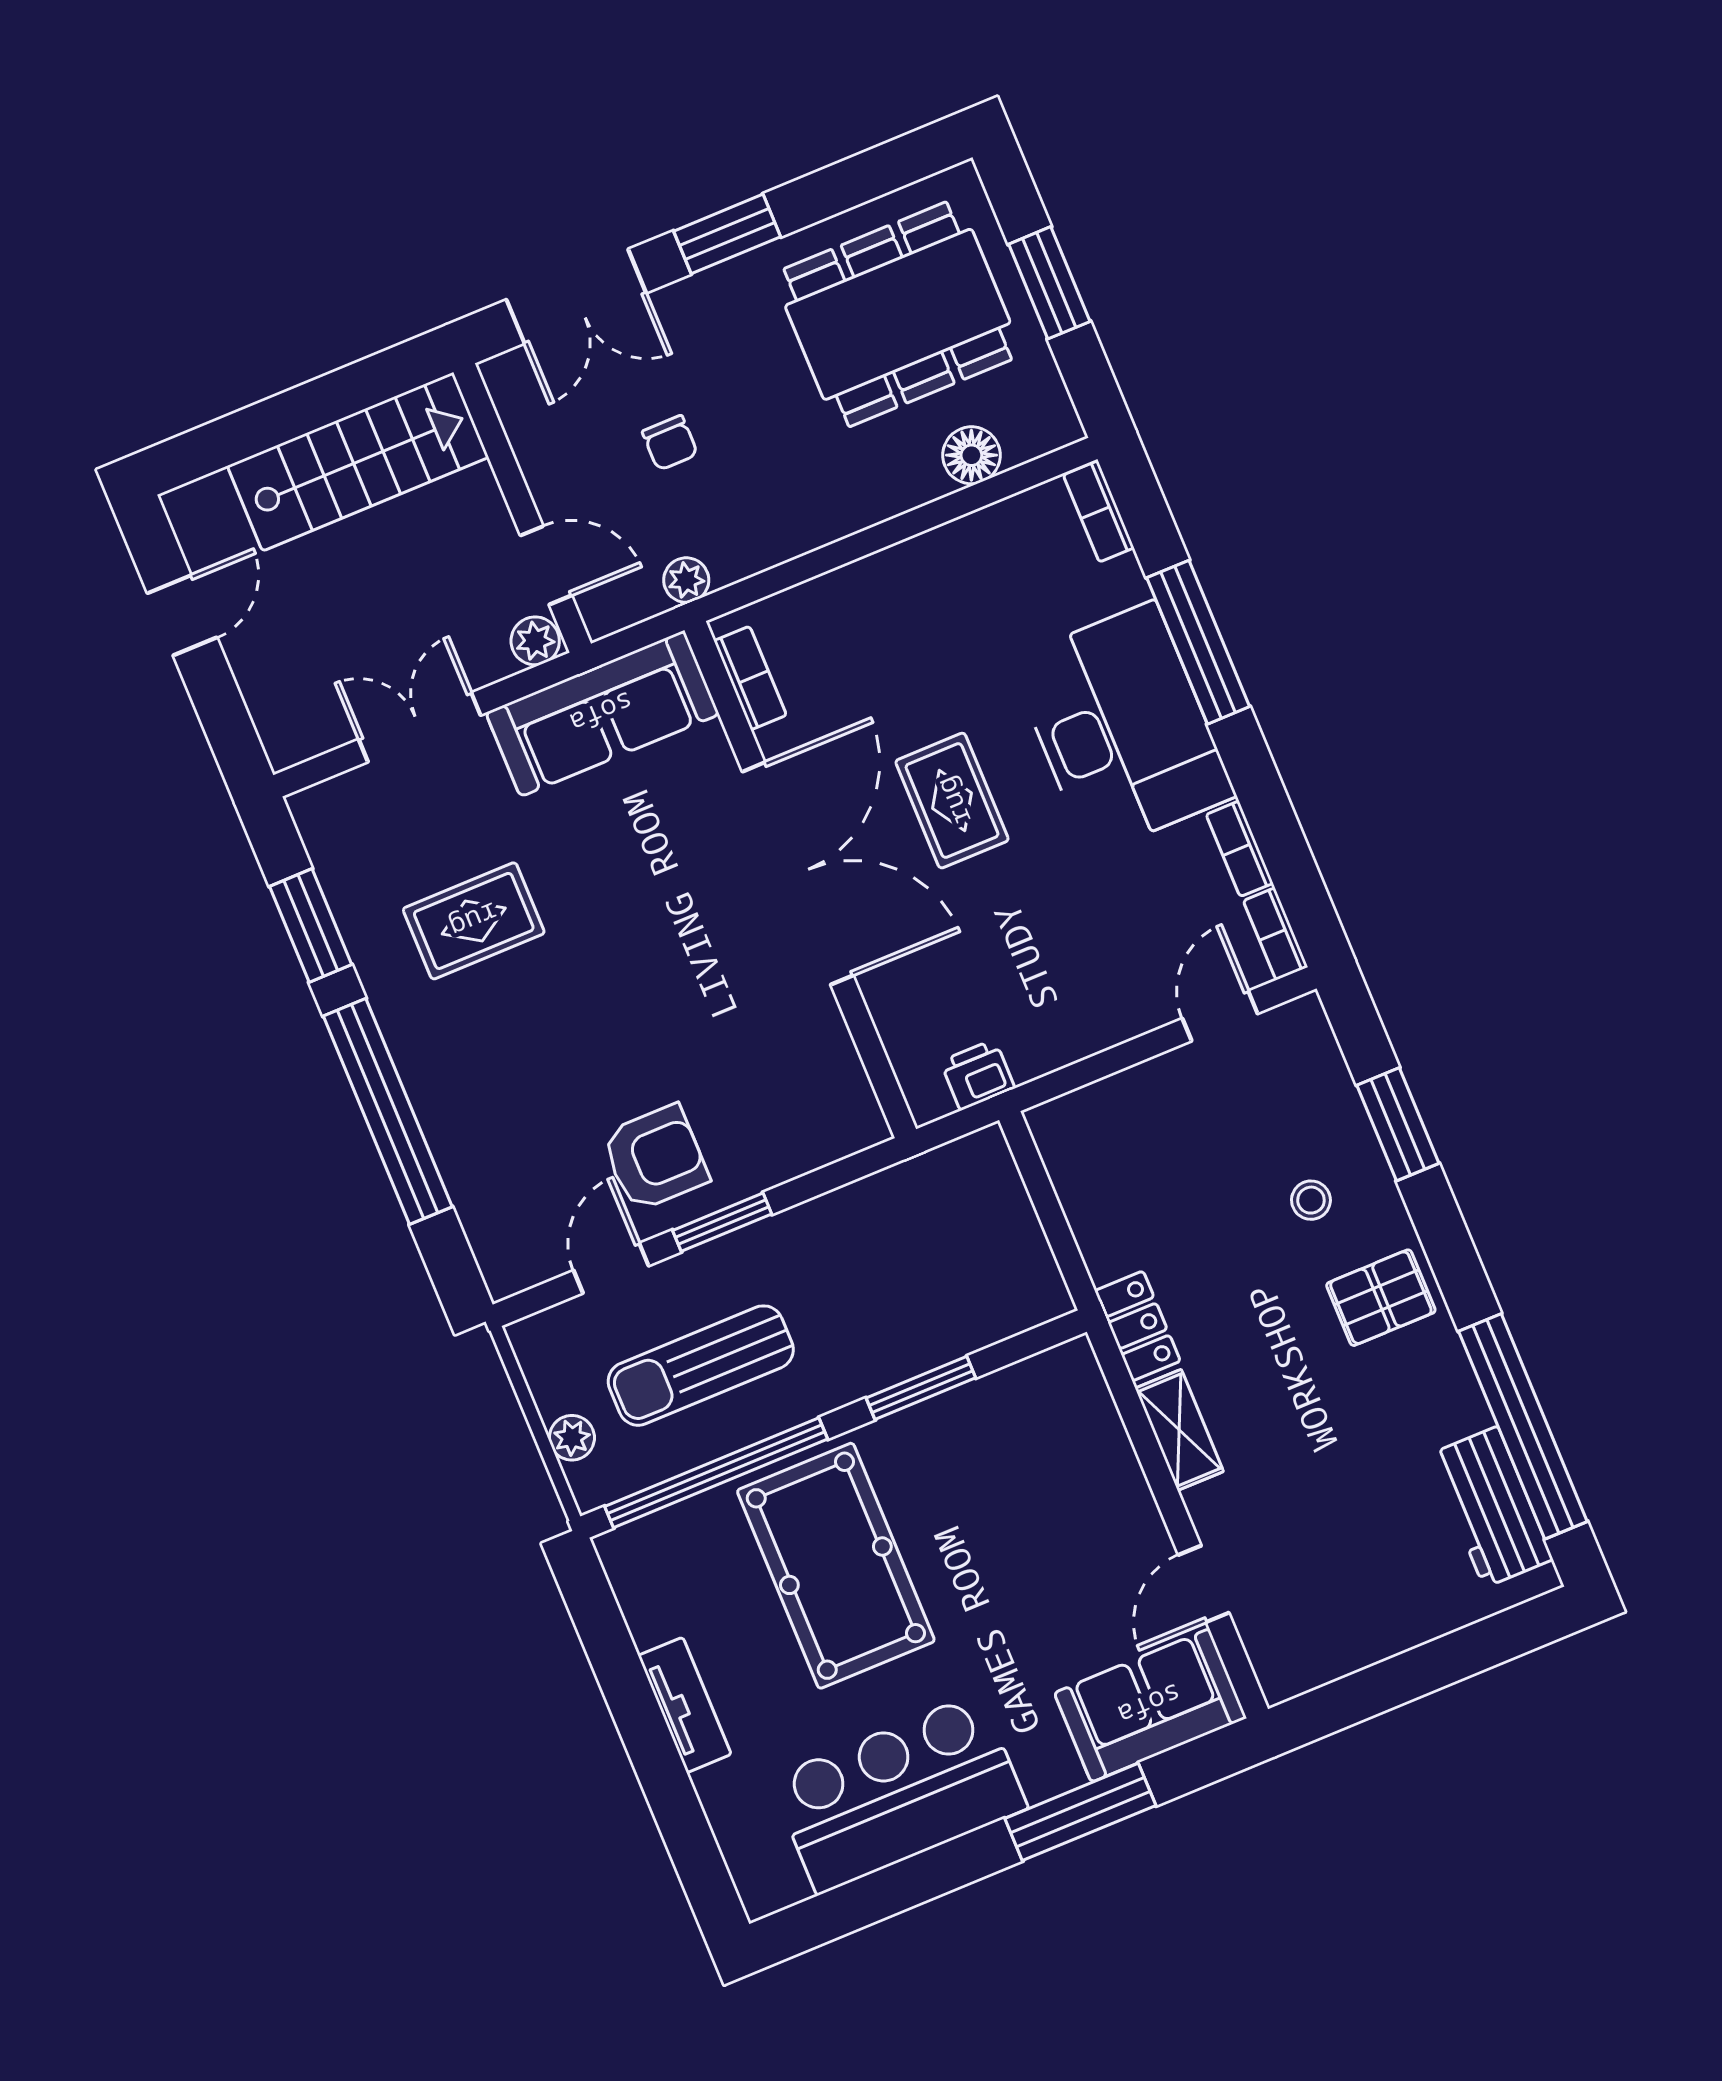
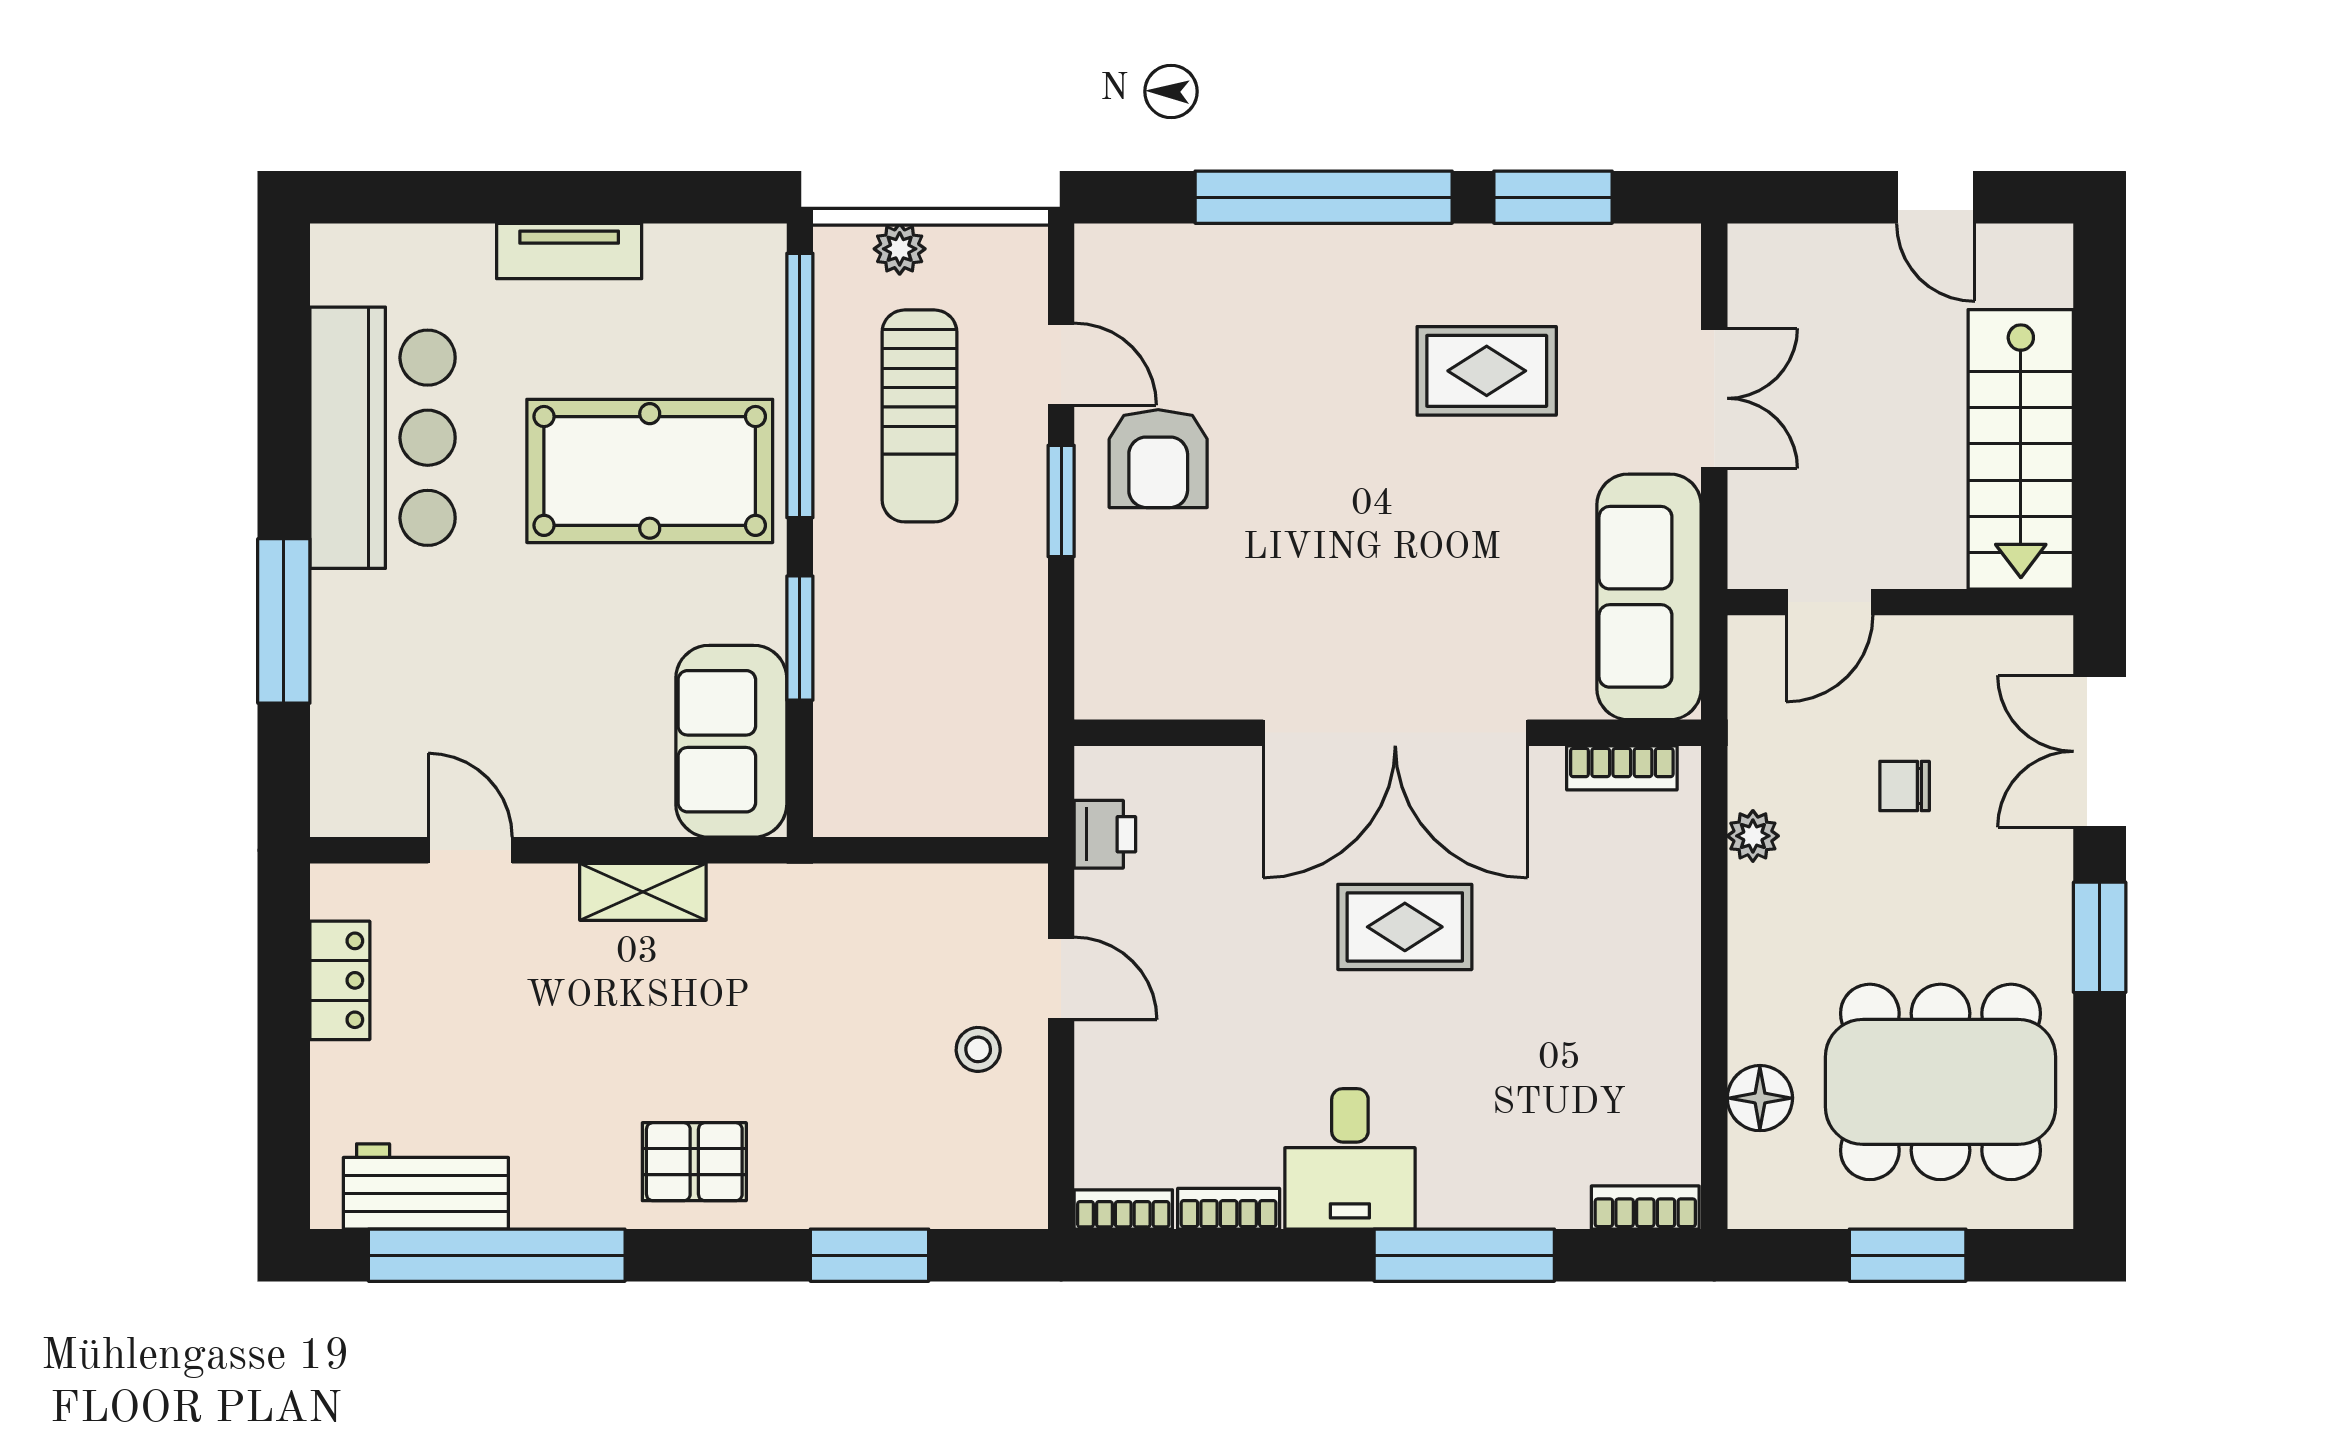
dining table: (898, 314) -> (1941, 1082), turned 90
plant: (686, 580) -> (1753, 836), moved
plant: (535, 641) -> (1755, 558), removed
desk: (1122, 728) -> (1350, 1159), width x0.53, depth x0.77
rug: (474, 921) -> (1487, 371), turned 90
door: (1220, 1016) -> (1061, 978), moved
stool: (1311, 1200) -> (978, 1049), moved
pallet: (1381, 1298) -> (694, 1162), turned 90
locker: (1138, 1326) -> (340, 980), moved, turned -90
sun lounger: (701, 1366) -> (919, 416), turned 180
sofa: (1150, 1705) -> (731, 741), moved, turned 180

